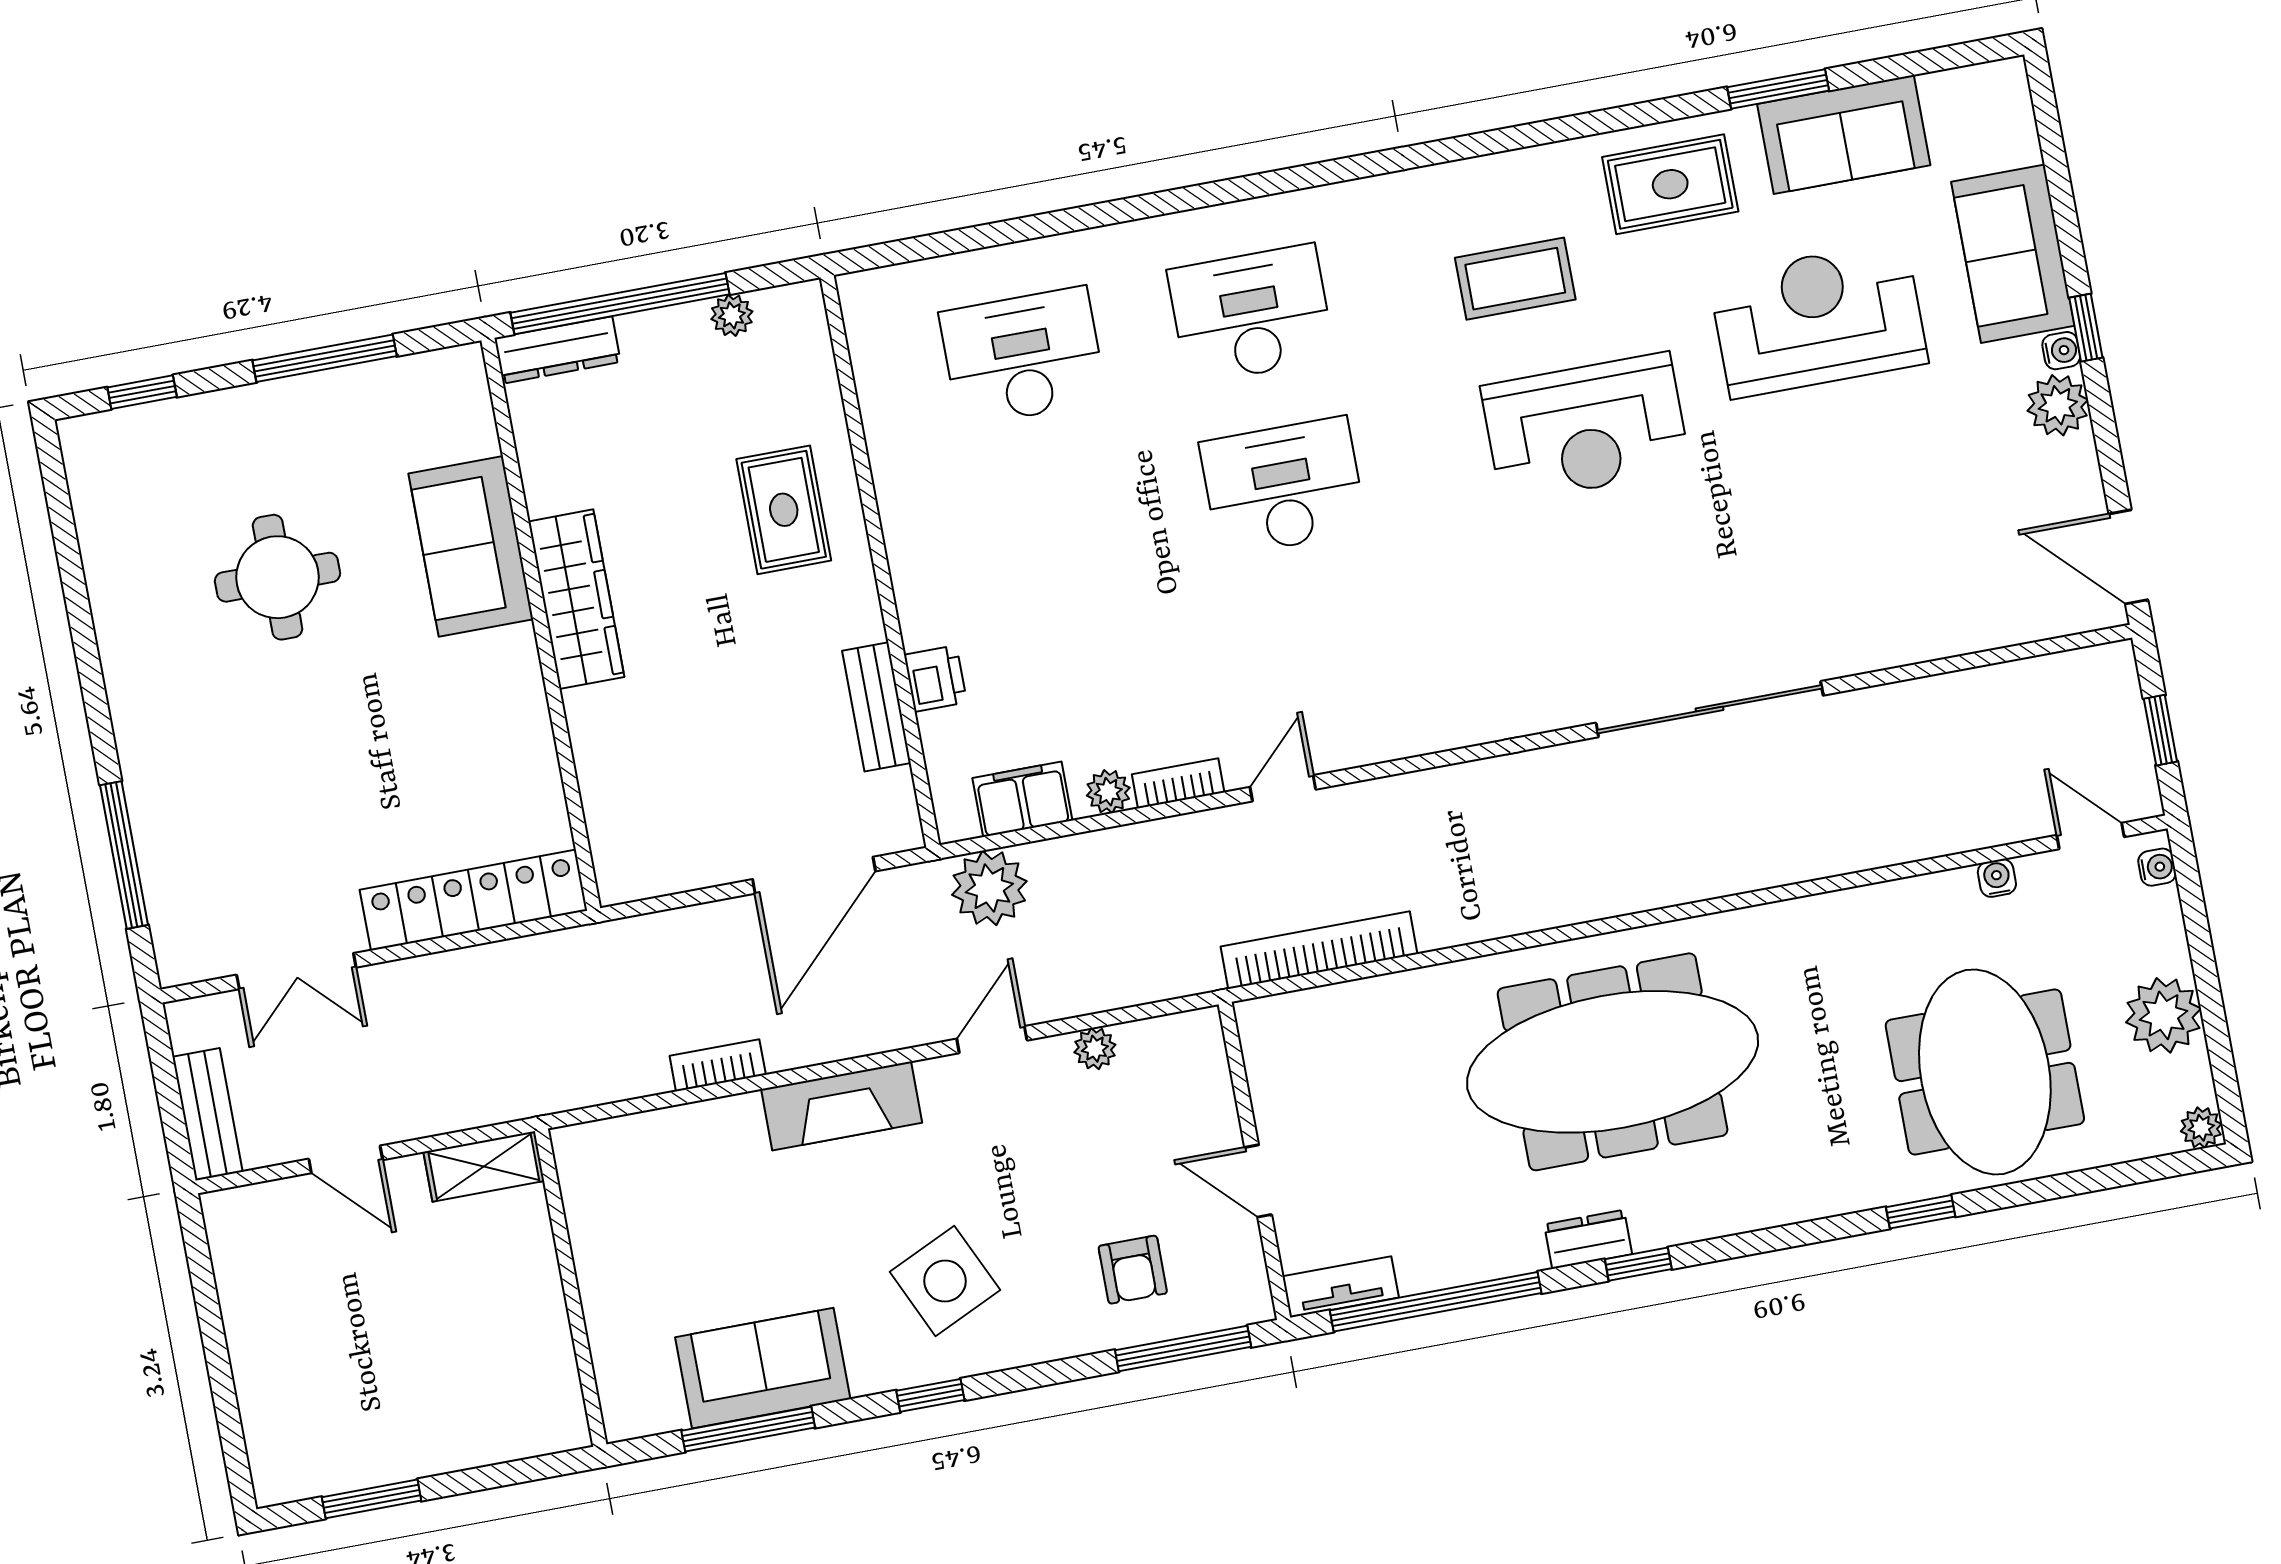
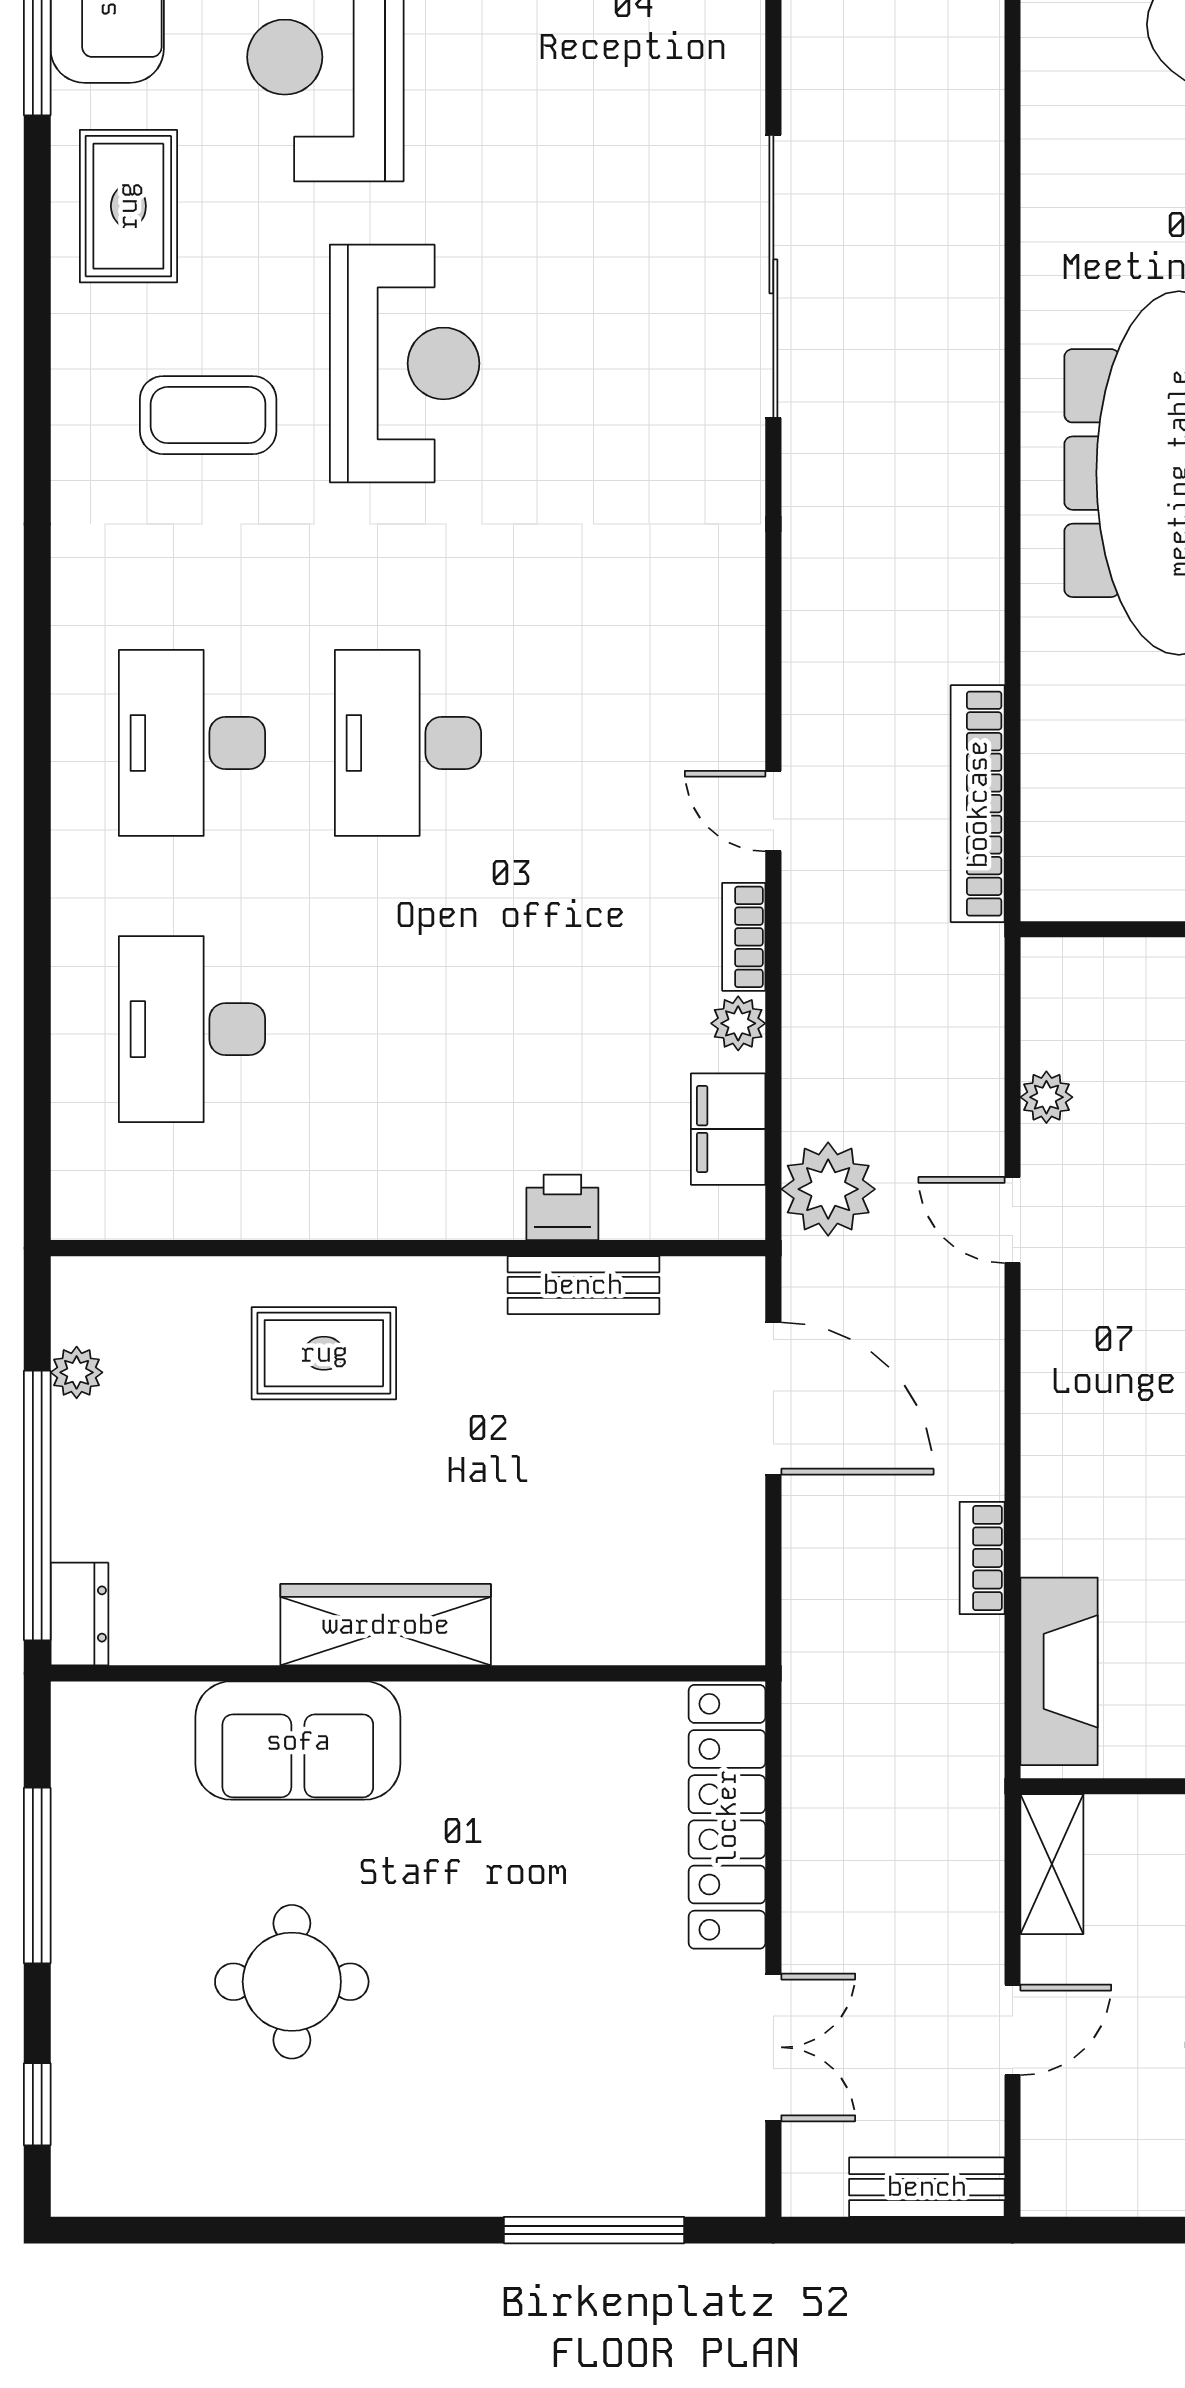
coffee table: (1515, 279) -> (208, 415), turned 90
dresser: (557, 350) -> (79, 1614), width x0.70
fireplace: (842, 1106) -> (1059, 1671), moved

